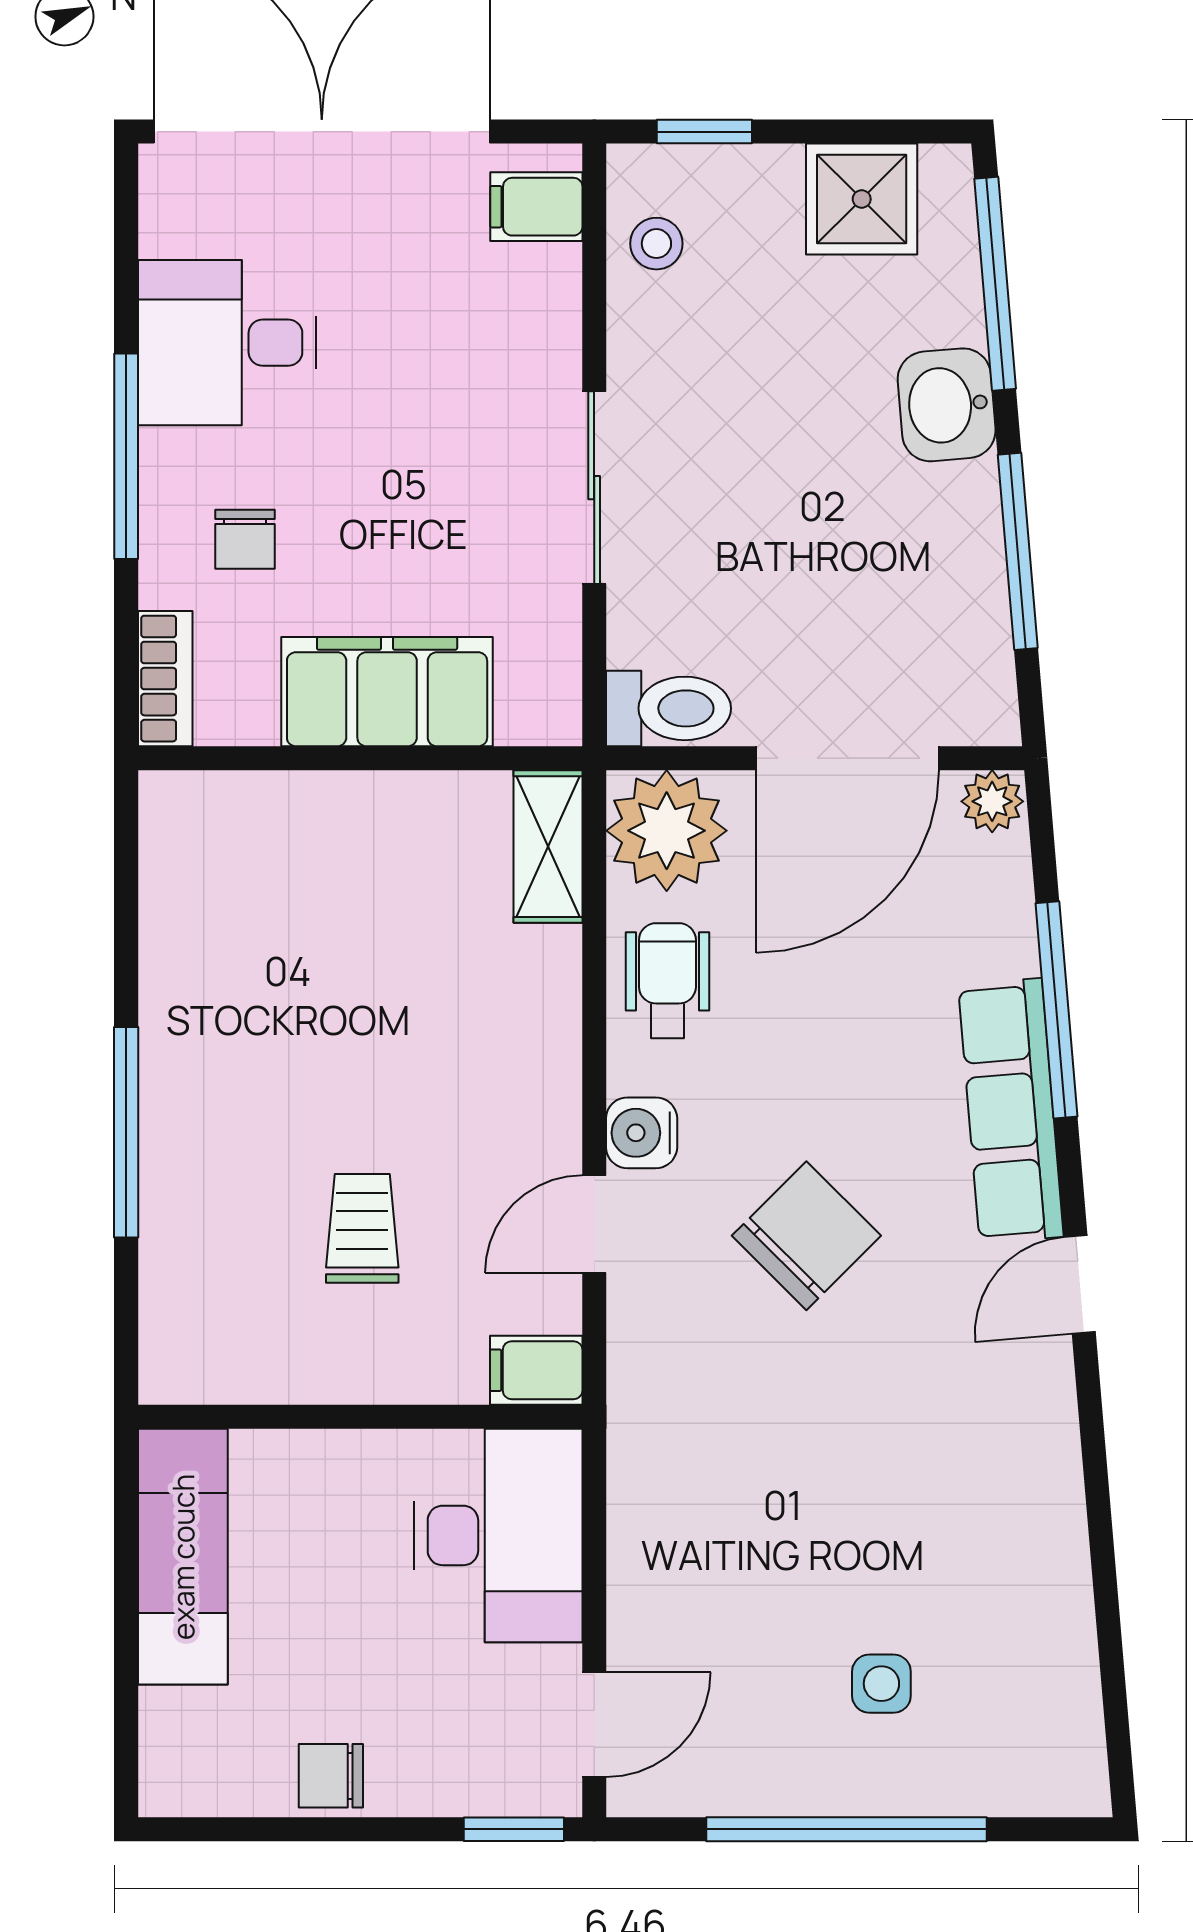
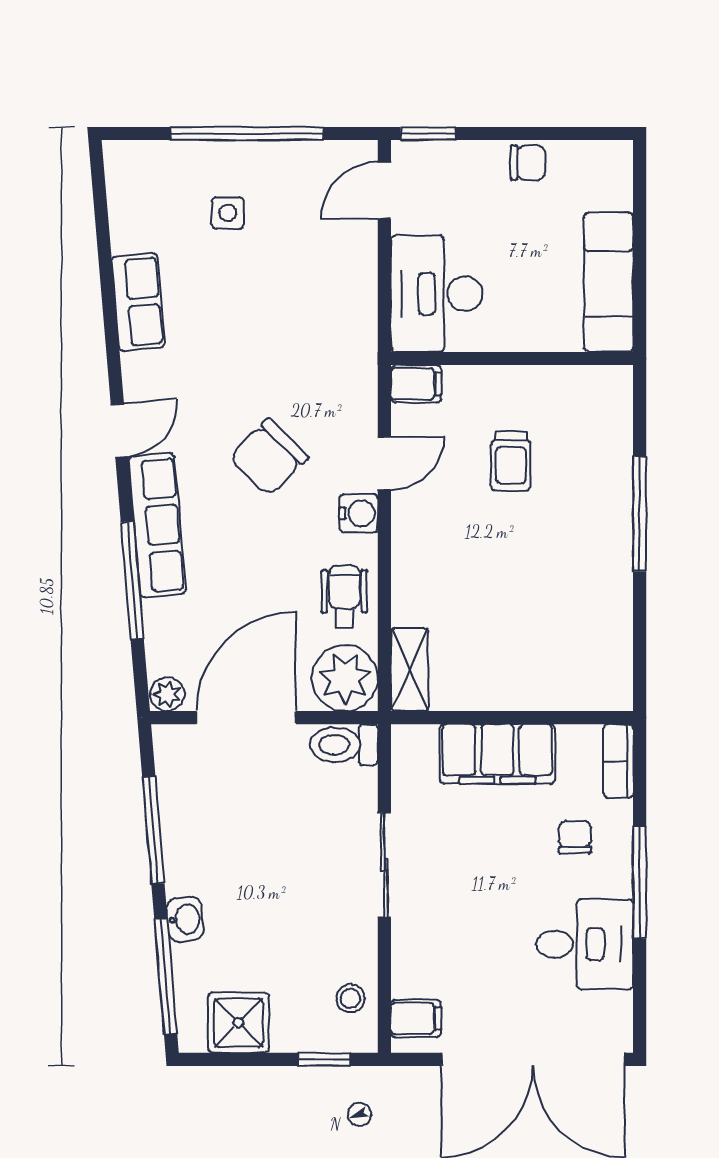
washbasin: (947, 405) -> (185, 919), width x0.72, depth x0.69
wheelchair: (667, 981) -> (344, 596), turned 180
row of seats: (1046, 1521) -> (138, 302), added

